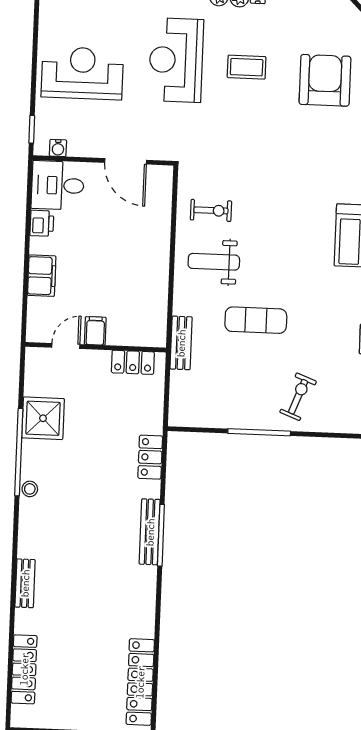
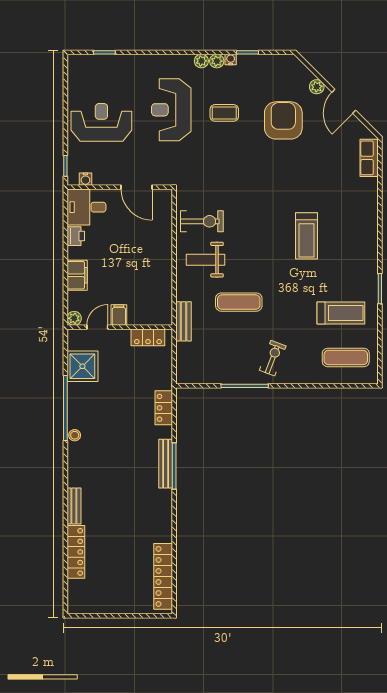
exercise bike: (211, 210) -> (202, 221), width x1.38, depth x1.39
plant: (35, 333) -> (74, 318), added
shower: (43, 418) -> (82, 366), moved
locker: (24, 669) -> (76, 552), moved

